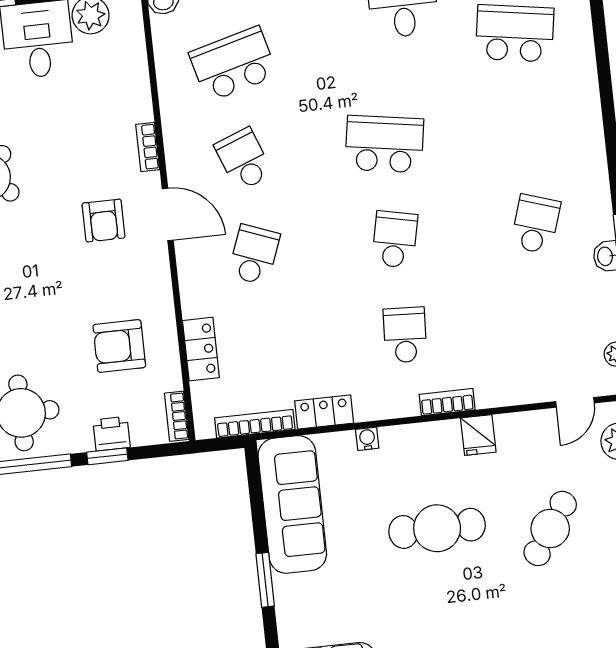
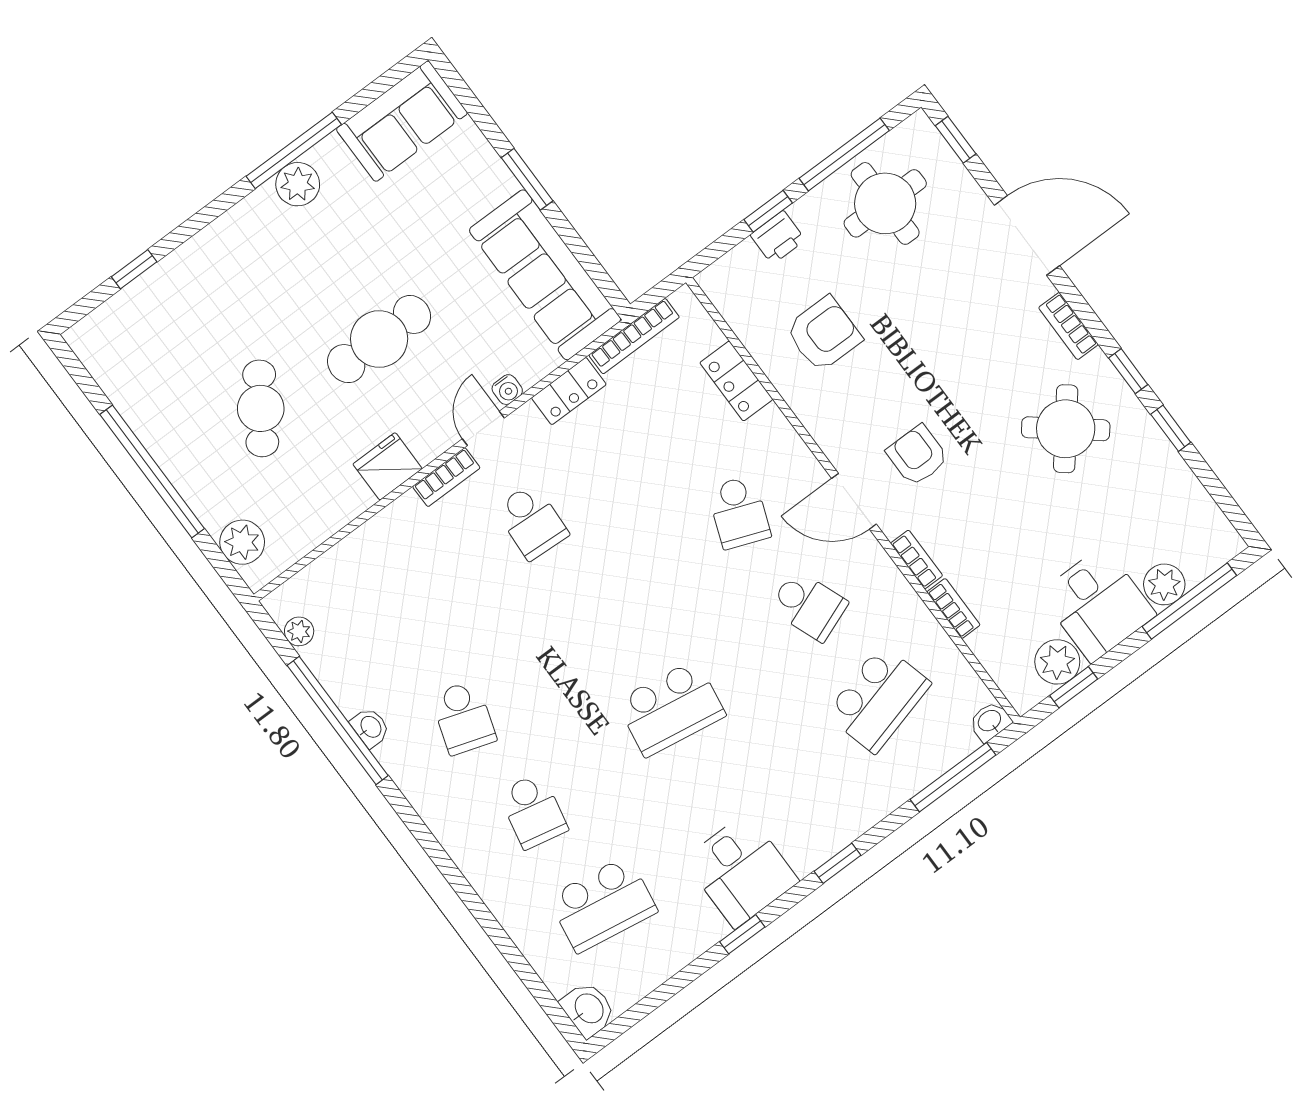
school desk: (395, 239) -> (533, 811), moved
door: (575, 402) -> (483, 428), moved
bookcase: (177, 416) -> (953, 609), moved
fridge: (478, 435) -> (388, 466), width x1.38

